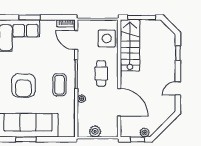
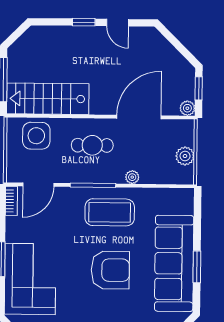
window: (178, 53) -> (84, 22), moved
coffee table: (59, 85) -> (110, 212), width x1.36, depth x1.32
plant: (145, 133) -> (187, 108), moved

